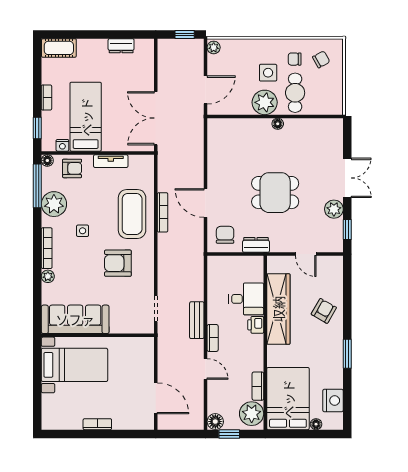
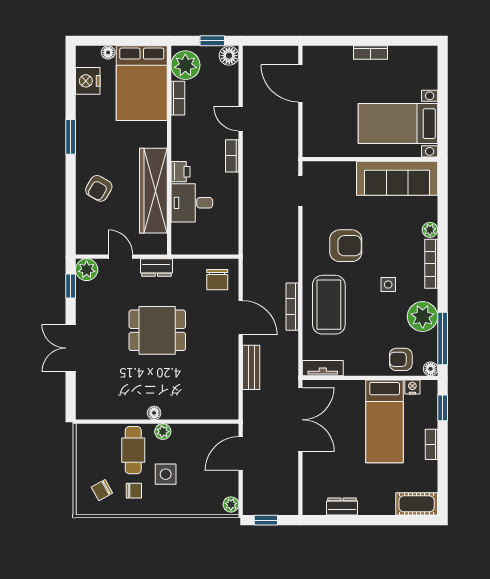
plant: (265, 102) -> (163, 432), width x0.53, depth x0.53
tv unit: (111, 161) -> (323, 368), moved
plant: (334, 209) -> (87, 270), moved
dresser: (256, 245) -> (156, 267), moved
bench: (197, 320) -> (251, 367), moved

